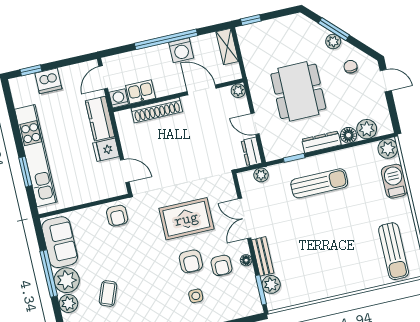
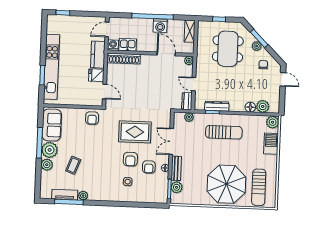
window: (251, 20) -> (219, 19), moved
dishwasher: (48, 81) -> (72, 22), removed
dining table: (298, 91) -> (228, 49), moved
shoe rack: (157, 110) -> (124, 58), moved
dresser: (321, 142) -> (217, 106), moved
parasol: (344, 260) -> (226, 184), added

